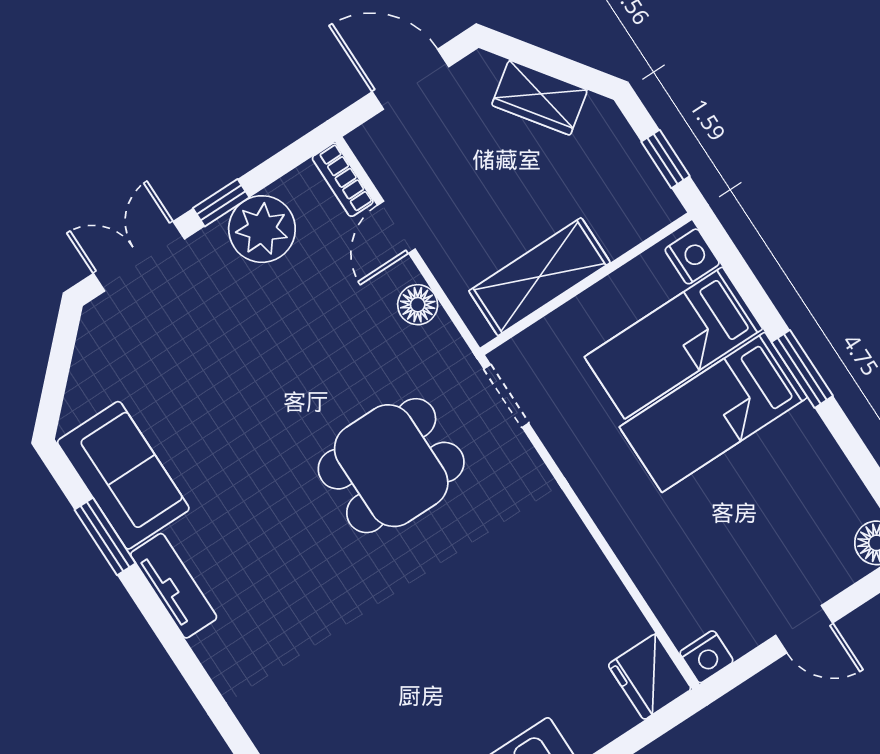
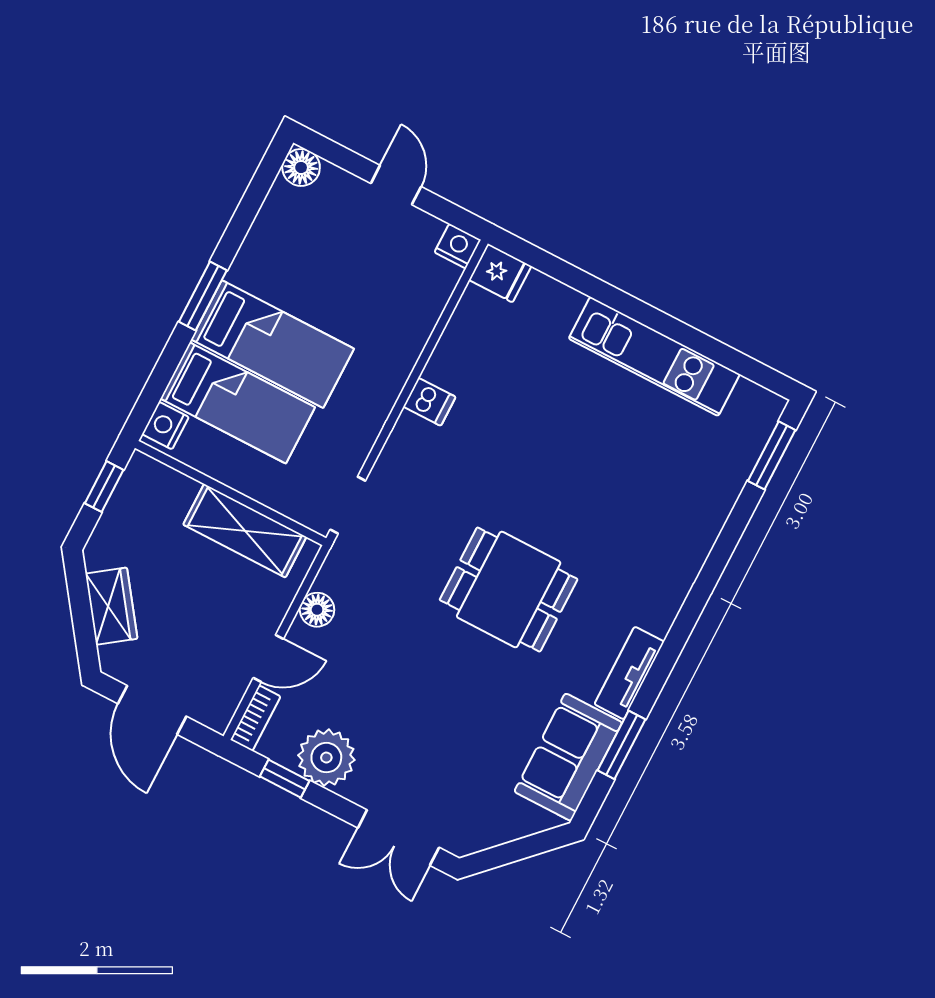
window: (221, 203) -> (285, 779), moved
dining table: (391, 466) -> (509, 589), moved
dishwasher: (564, 539) -> (429, 402), added
fridge: (650, 677) -> (500, 273), width x0.72

